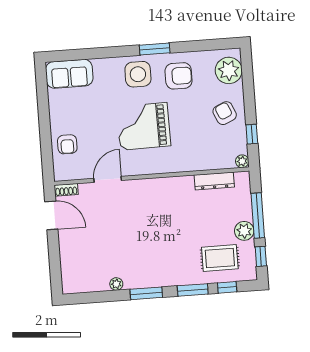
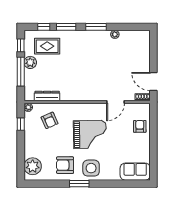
armchair: (225, 113) -> (50, 120), moved

